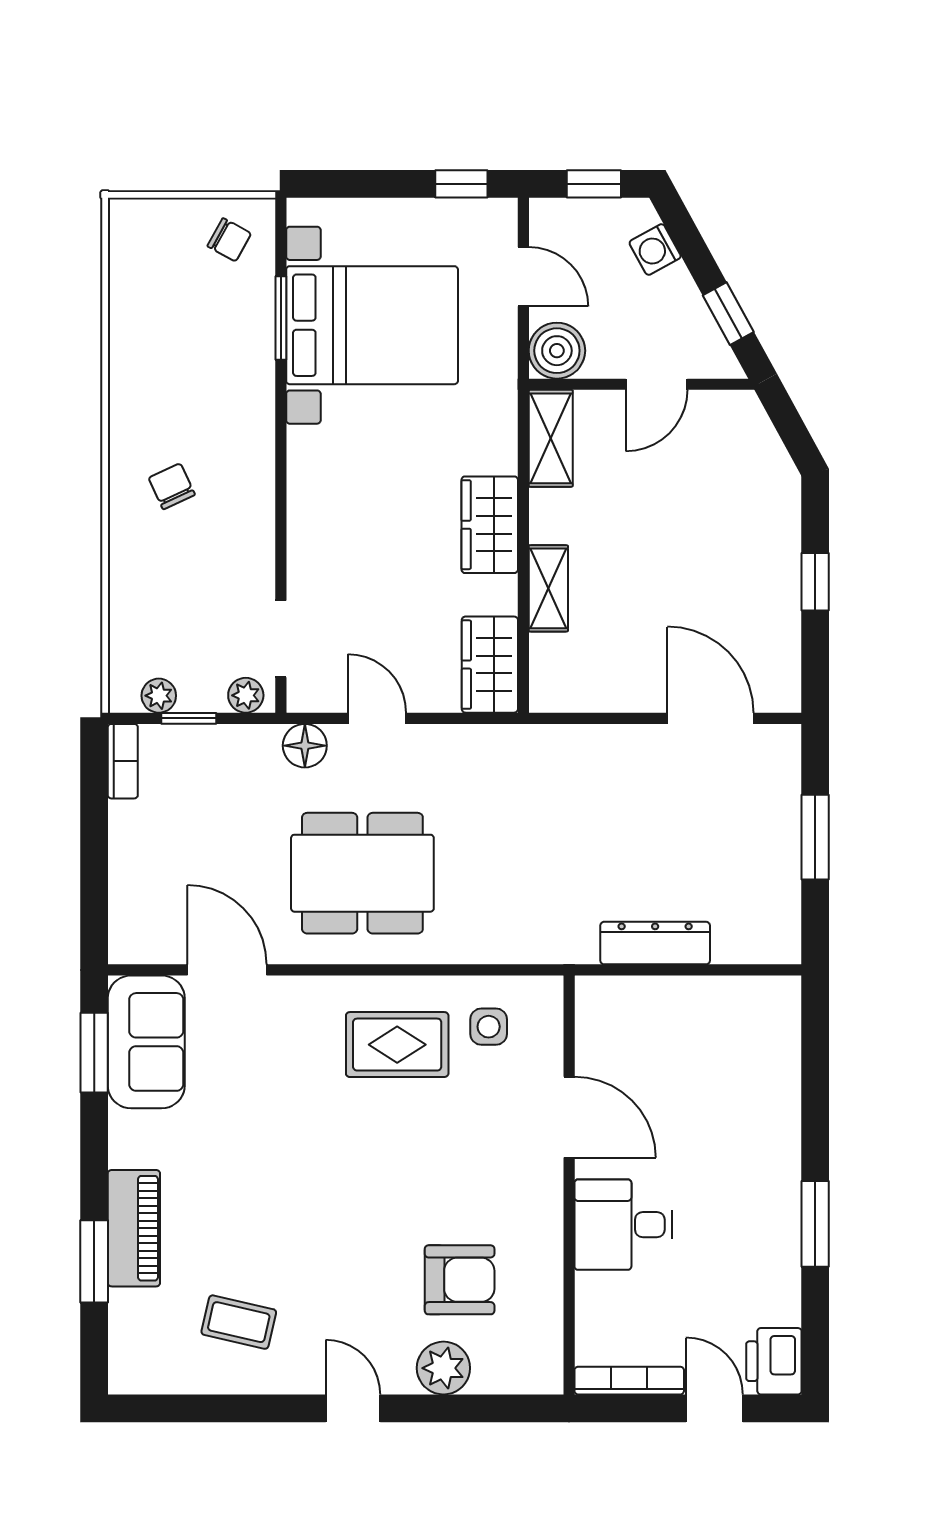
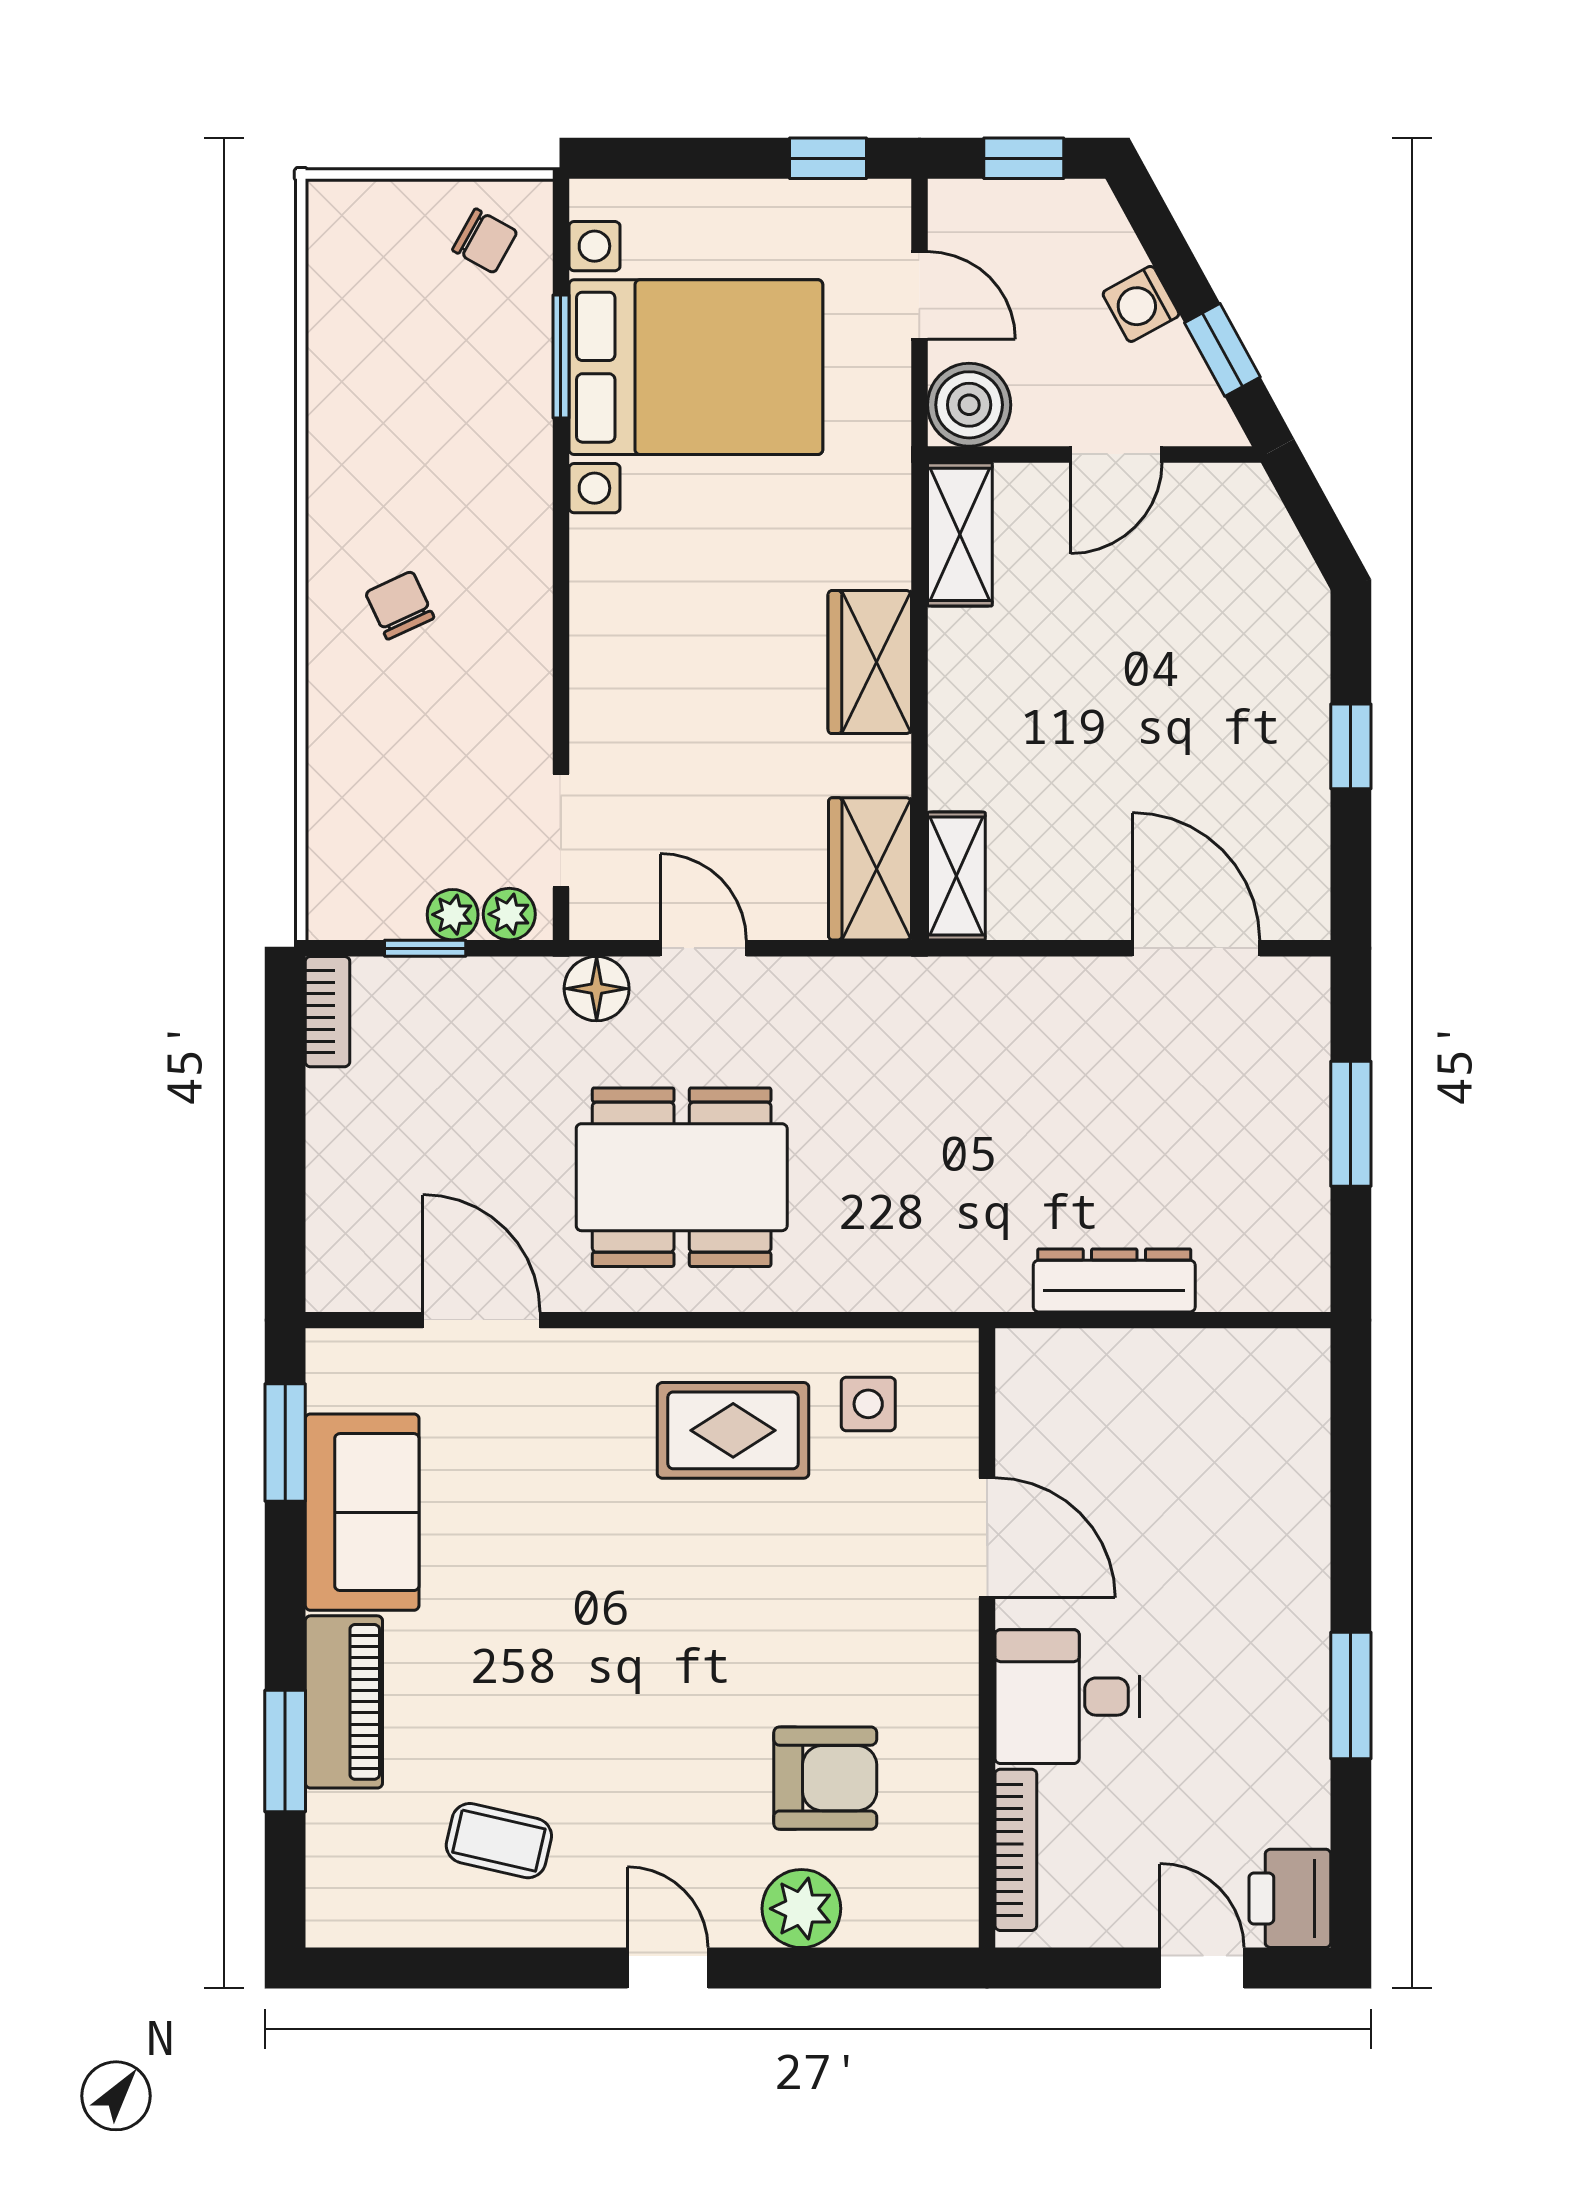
washing machine: (655, 250) -> (1141, 304), moved
shelving: (548, 588) -> (956, 876), moved
plant: (159, 696) -> (453, 915), moved
sofa: (146, 1042) -> (362, 1512), moved
bookcase: (629, 1381) -> (1016, 1850), moved, turned 90

